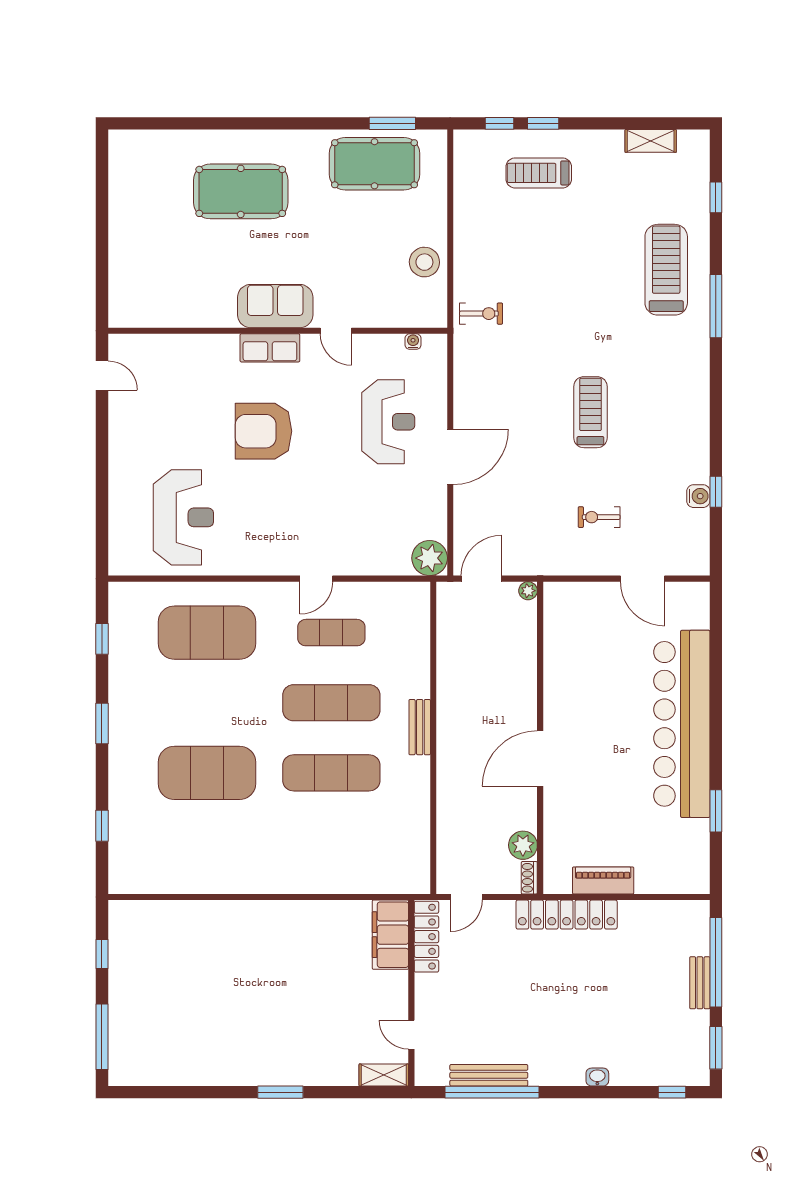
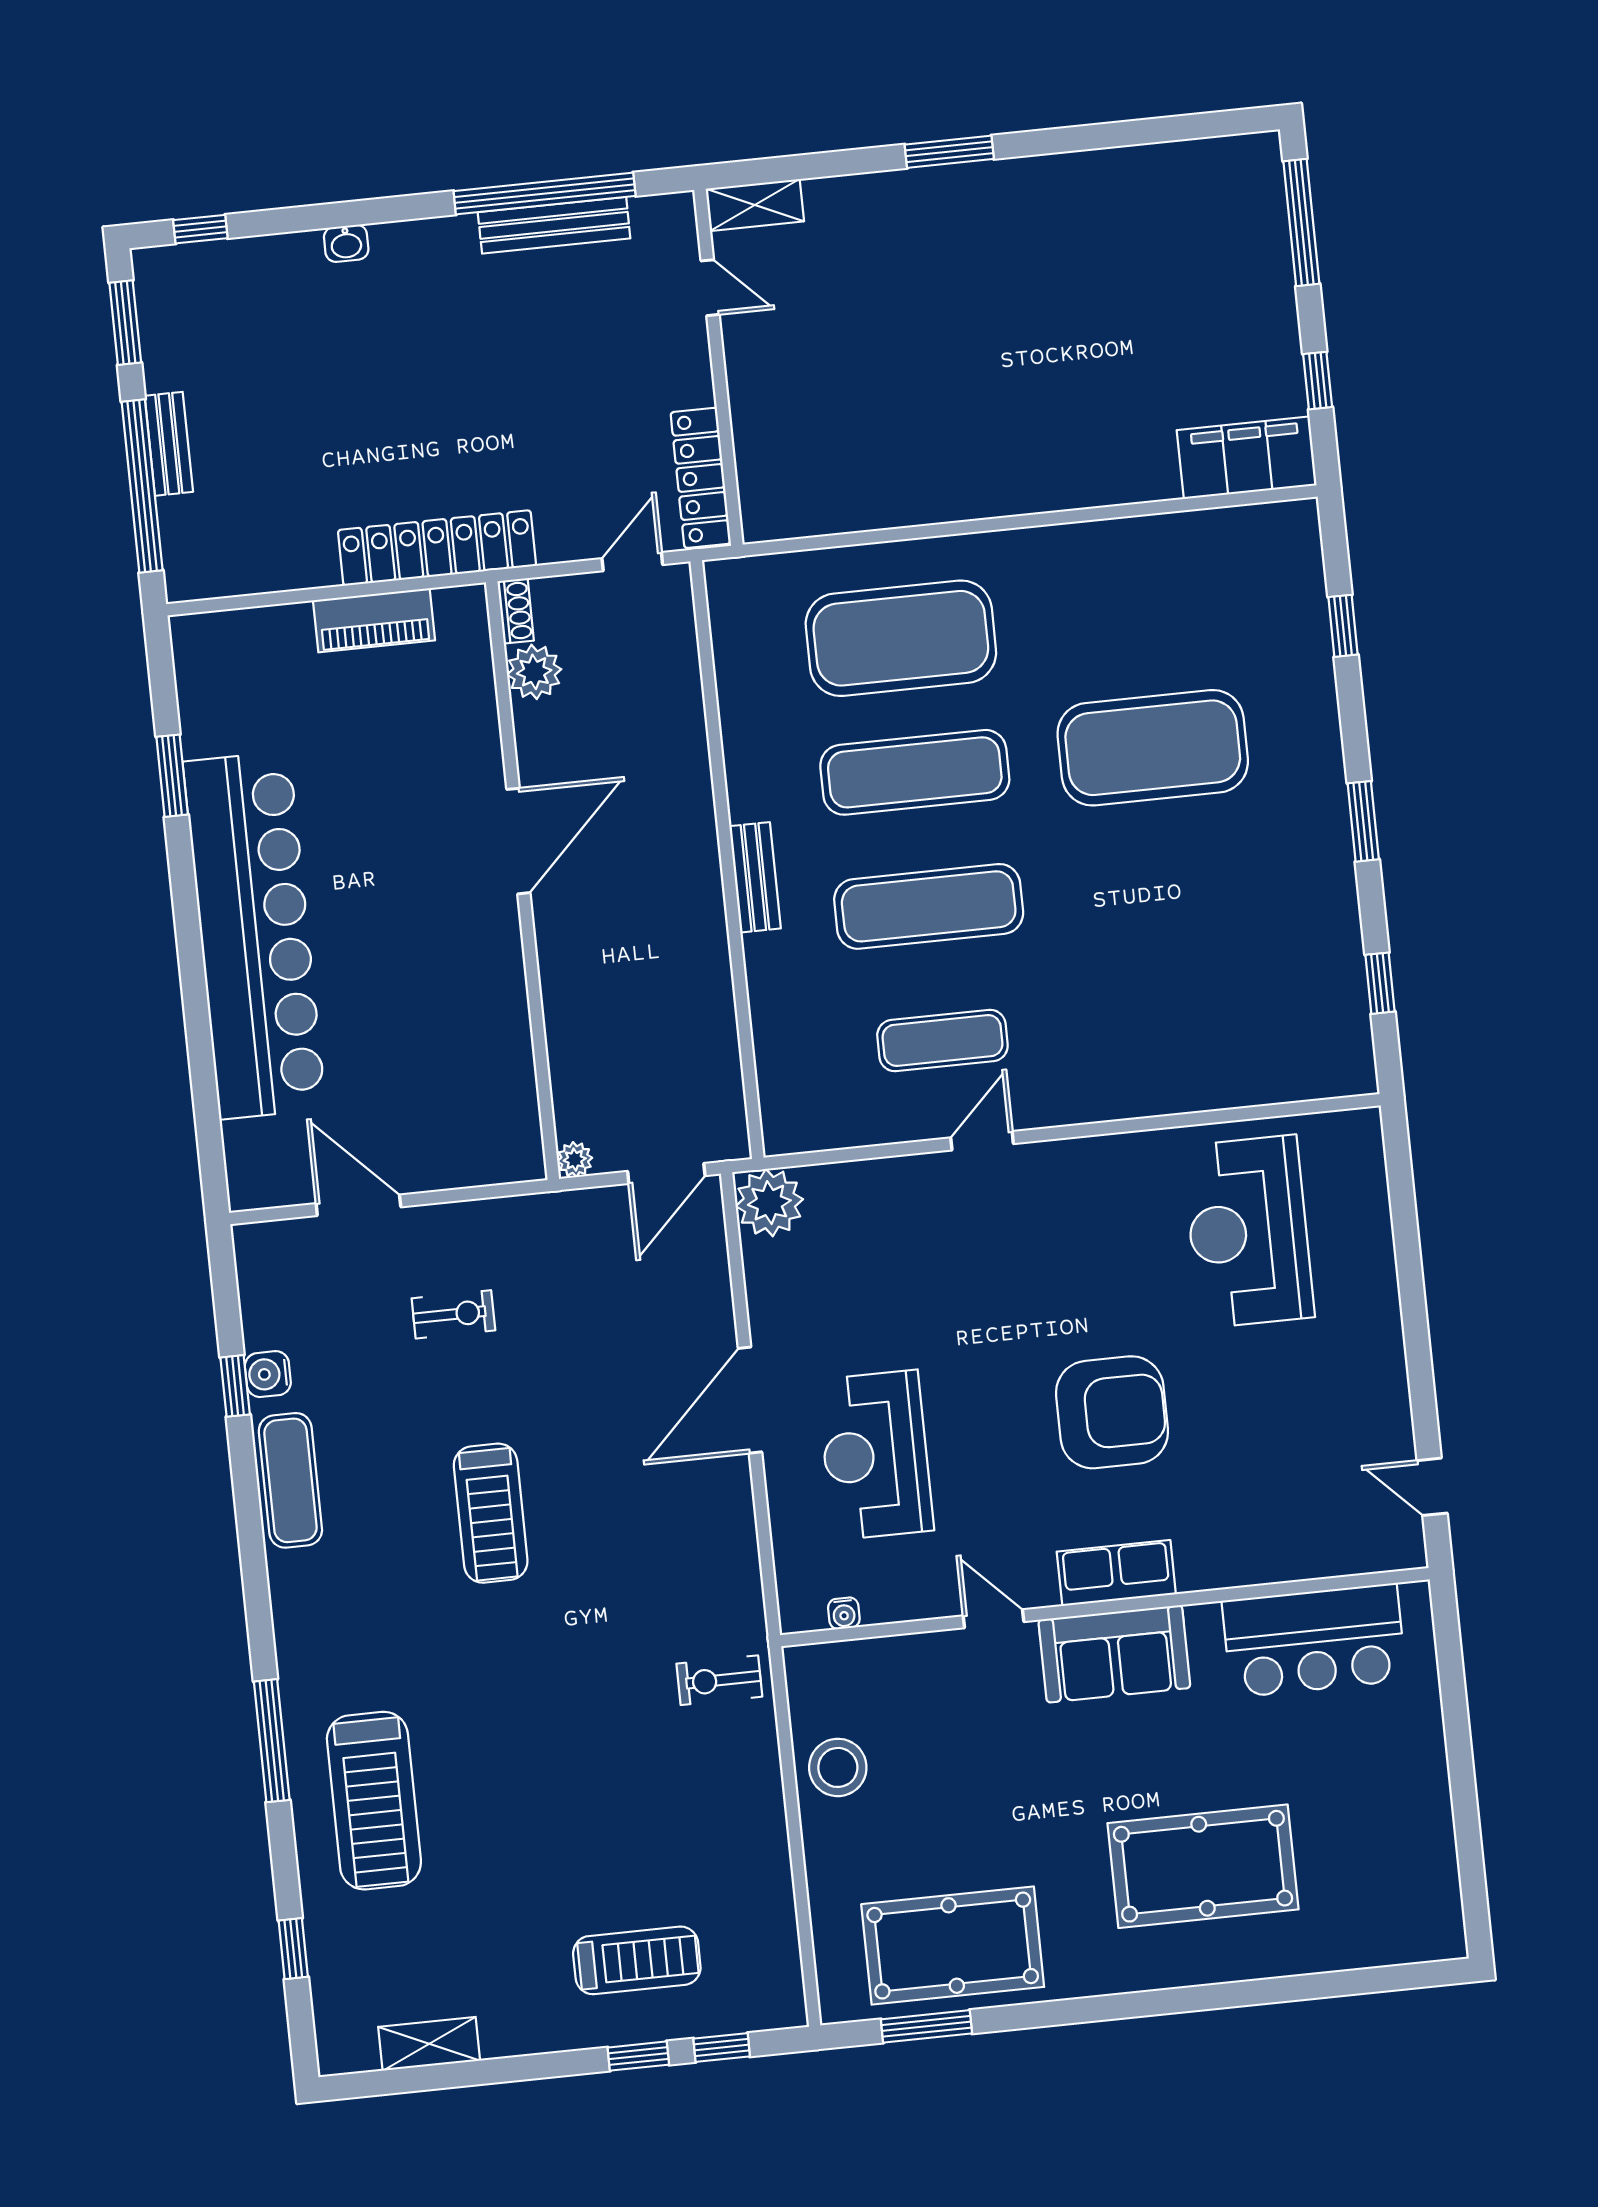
bar counter: (171, 302) -> (1314, 1640), added
exercise mat: (692, 440) -> (290, 1480), added
exercise mat: (207, 633) -> (901, 638), moved
filing cabinet: (390, 935) -> (1247, 458), moved, turned -90

